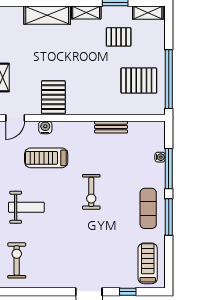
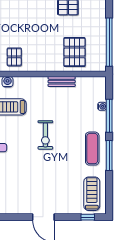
pallet: (139, 81) -> (75, 52), moved, turned 90
pallet: (53, 97) -> (14, 57), width x0.67, depth x0.71
window: (128, 292) -> (88, 217), moved

